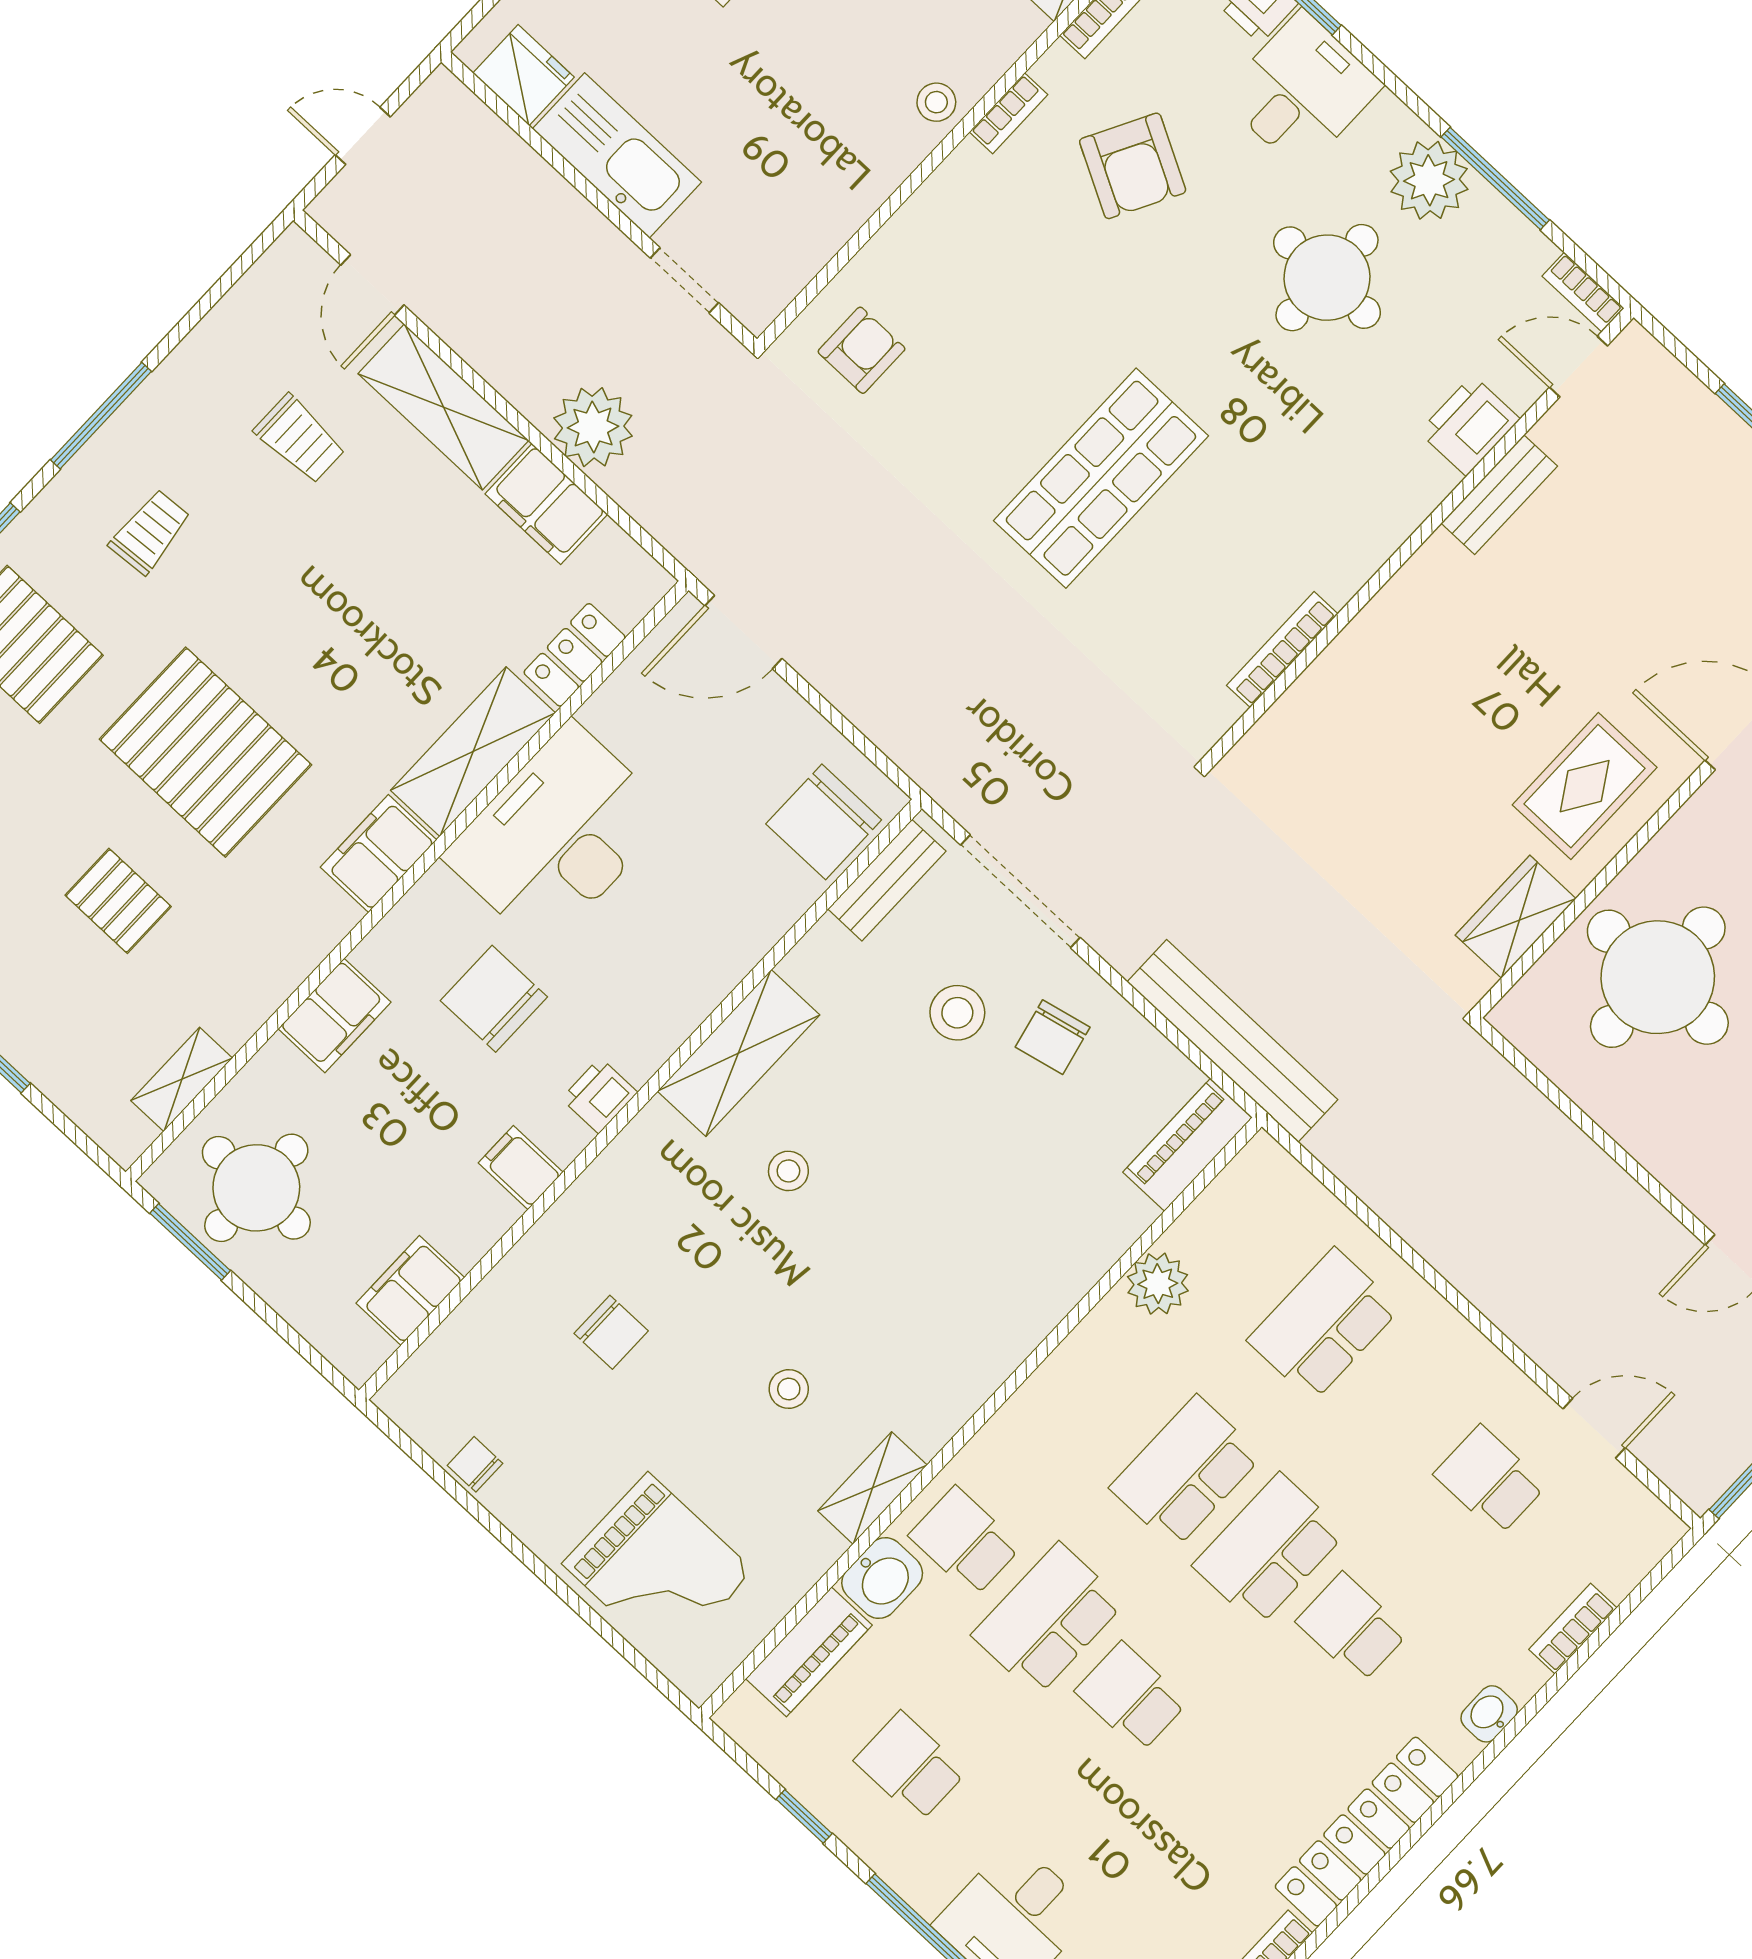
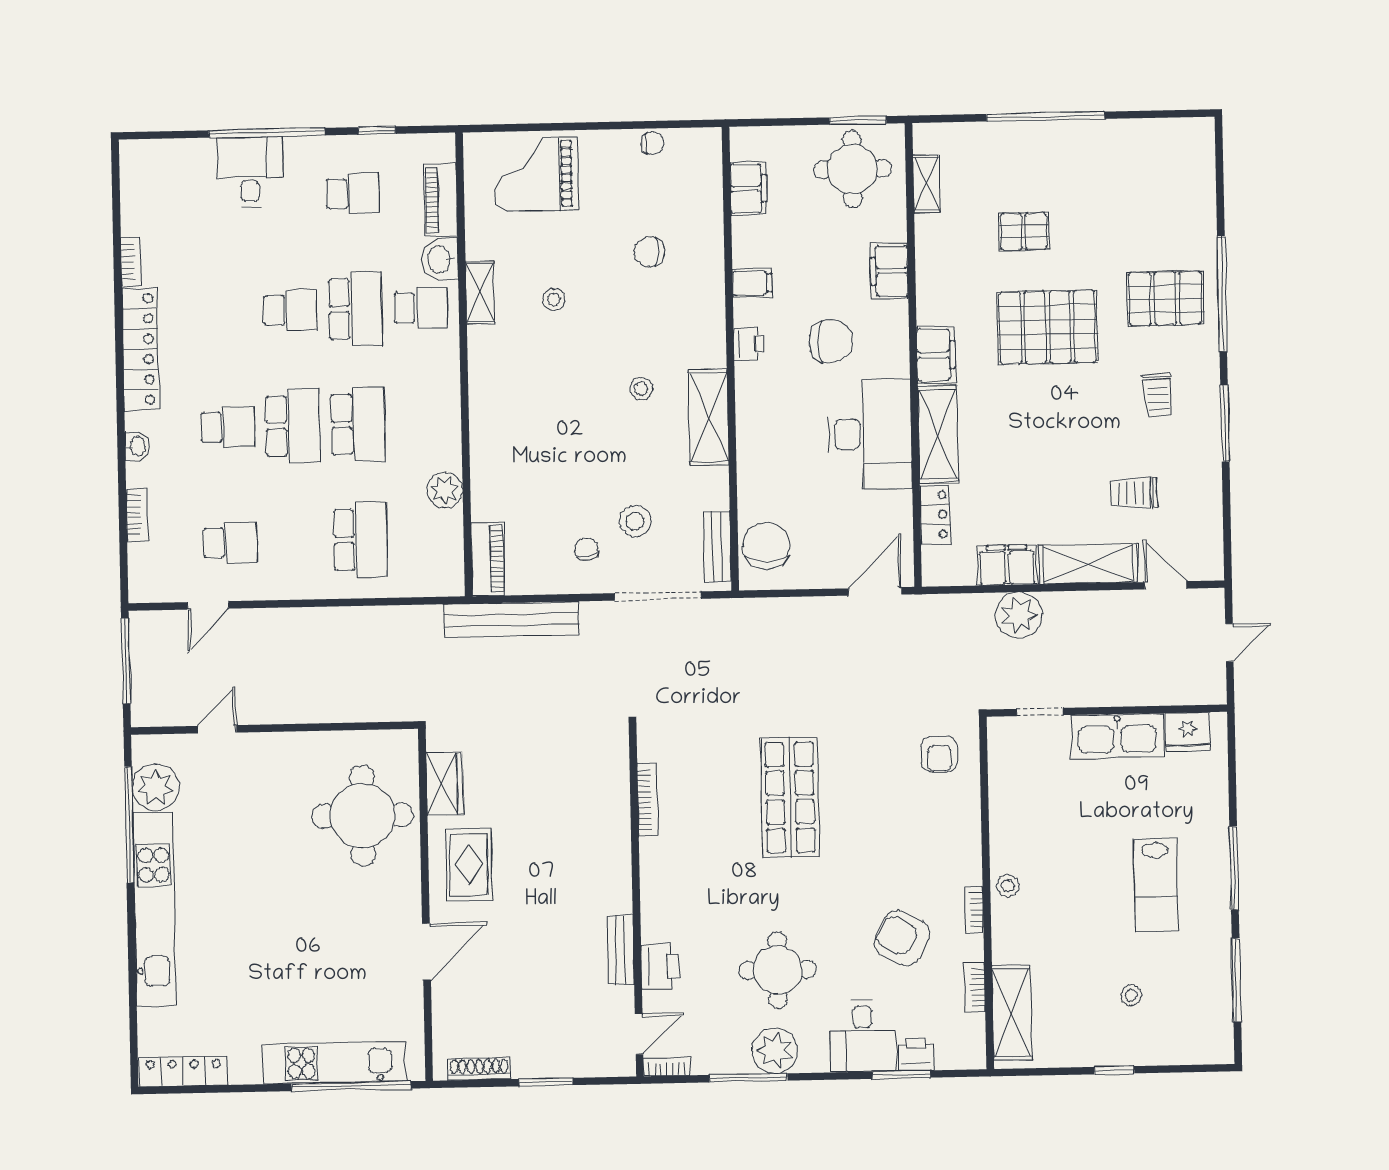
chair: (1053, 1037) -> (586, 549), width x0.73, depth x0.73

